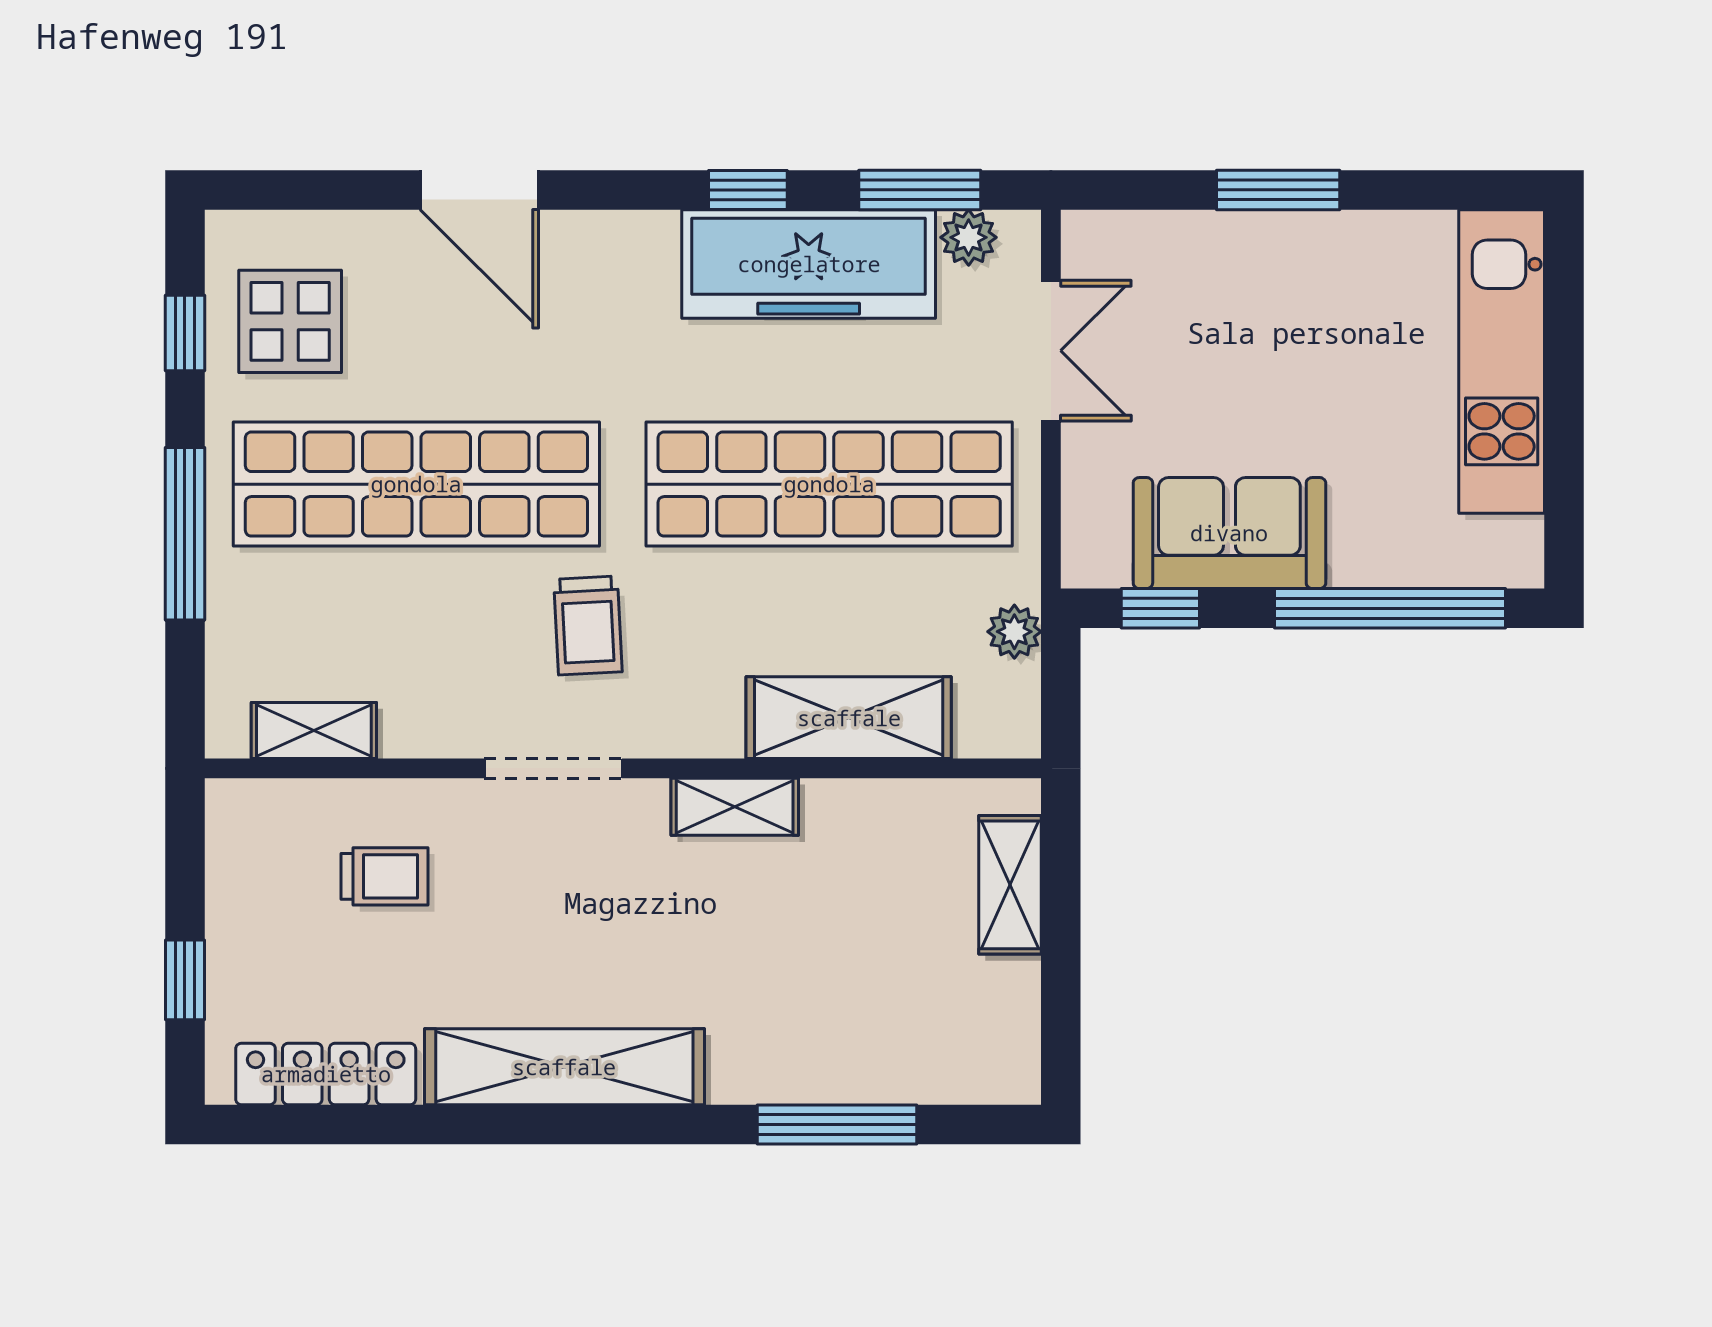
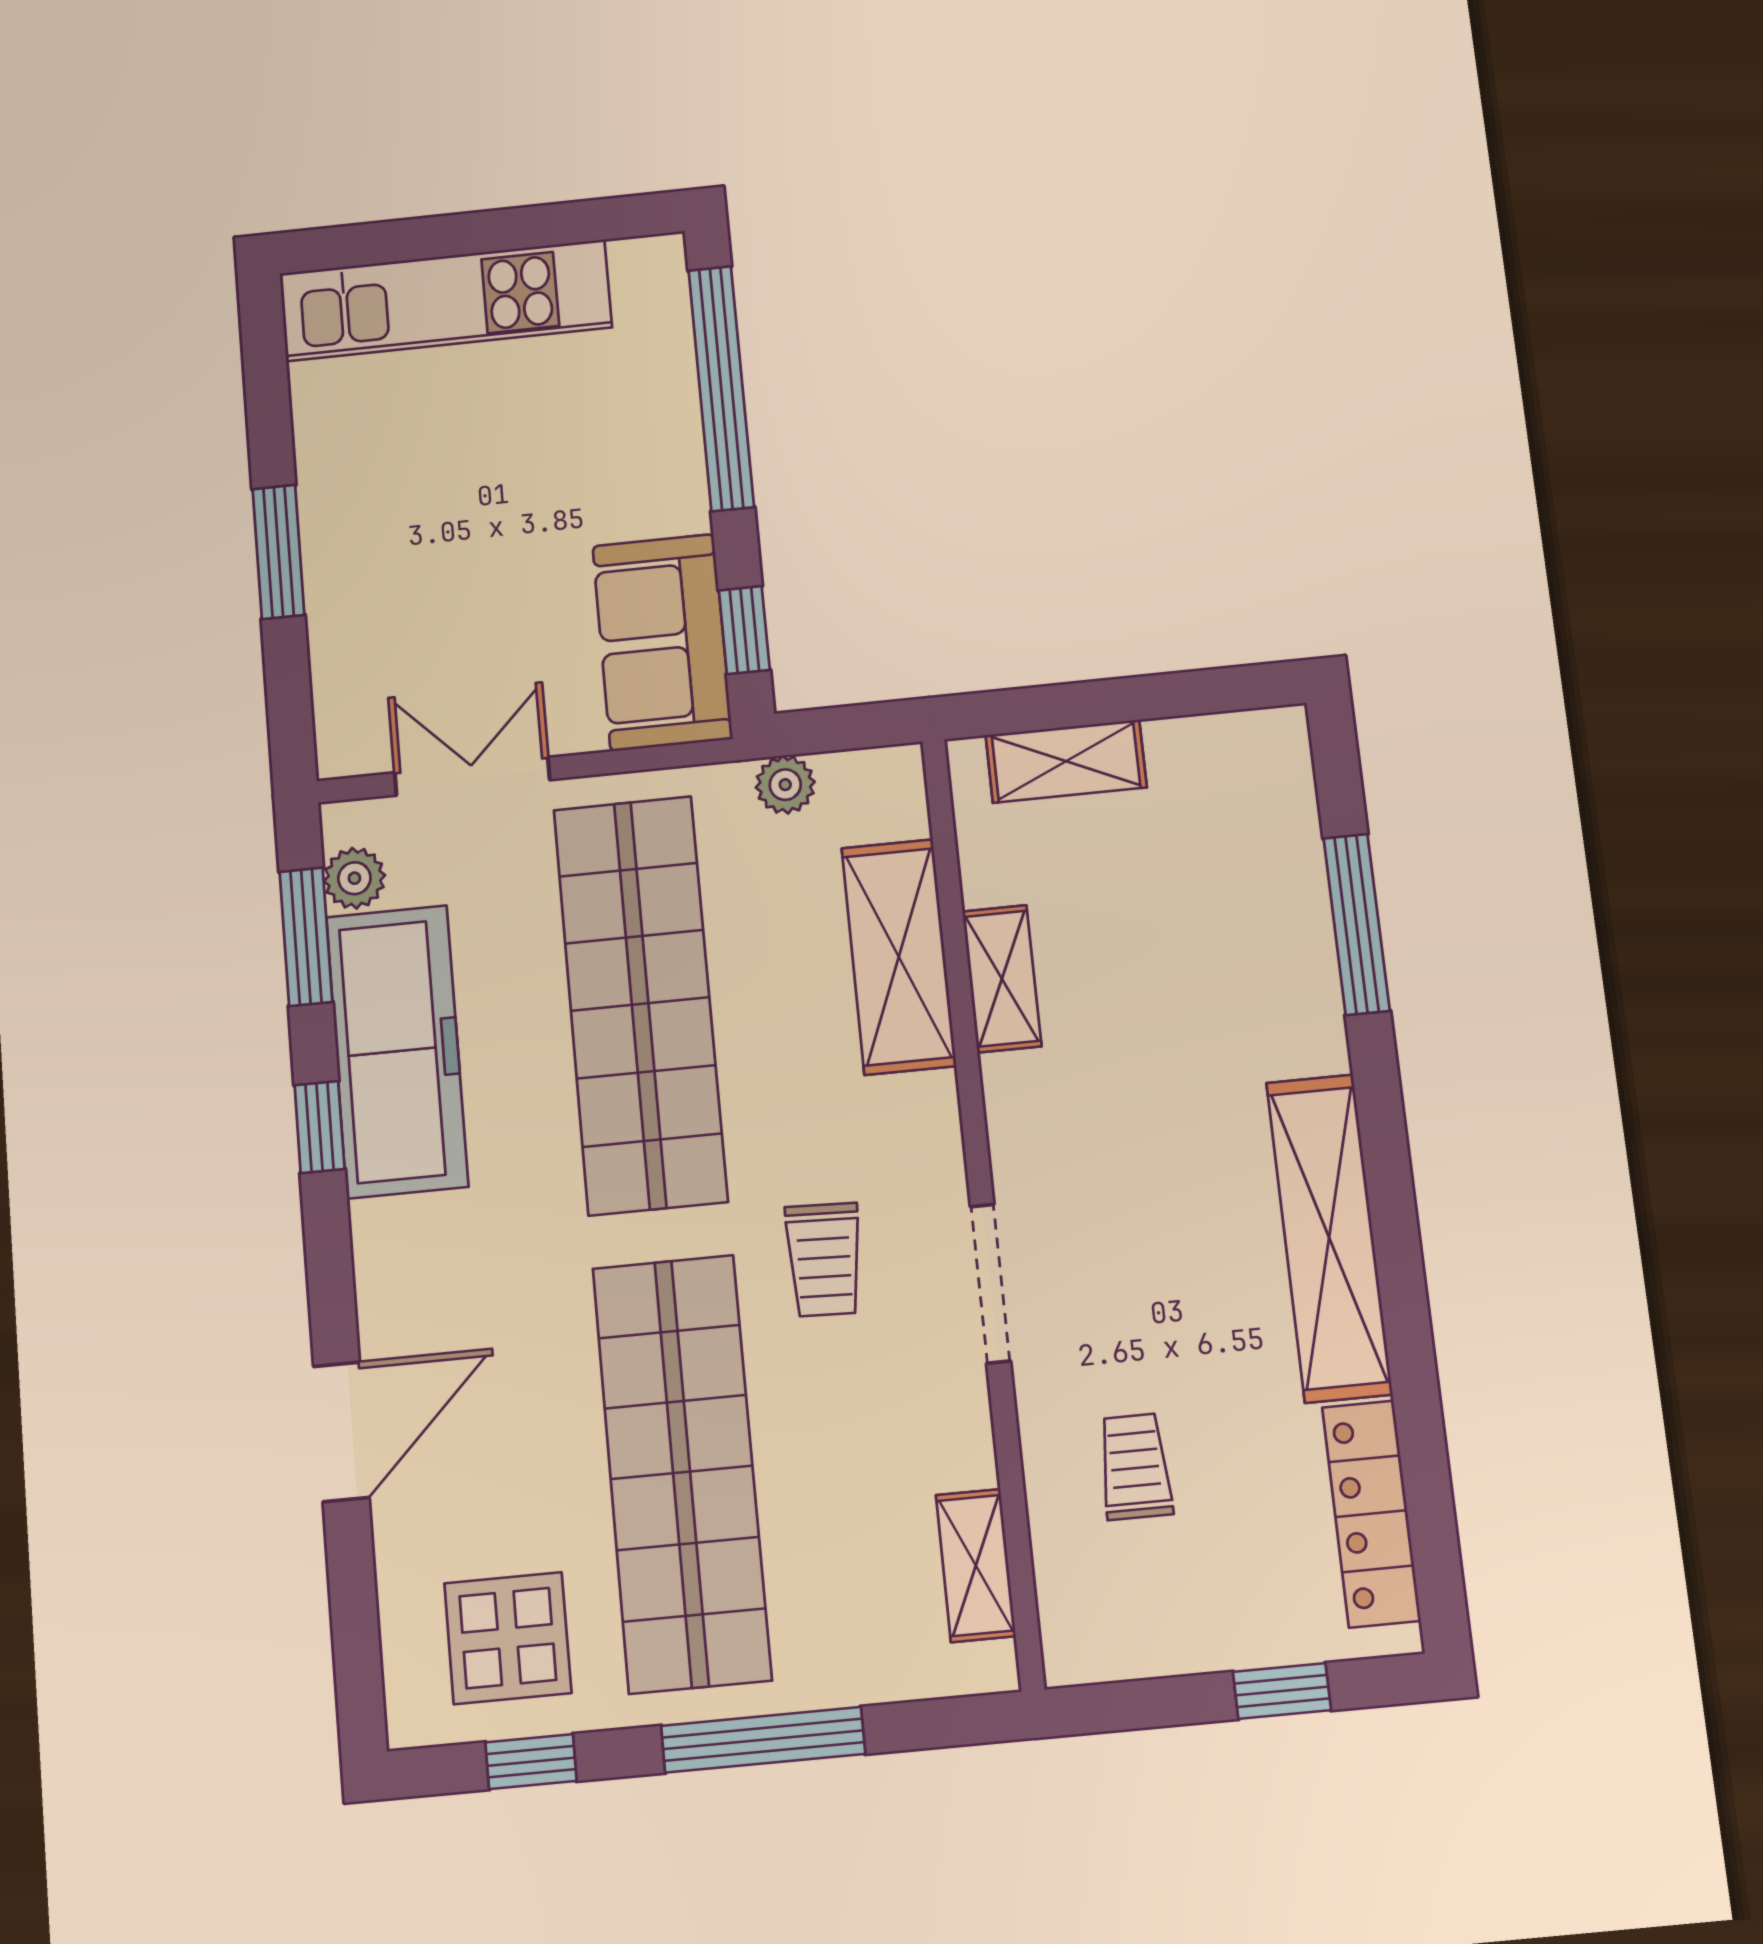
sofa: (1229, 533) -> (662, 642), moved
trolley: (588, 625) -> (824, 1260), turned 95
shelving: (735, 807) -> (1002, 979), moved

